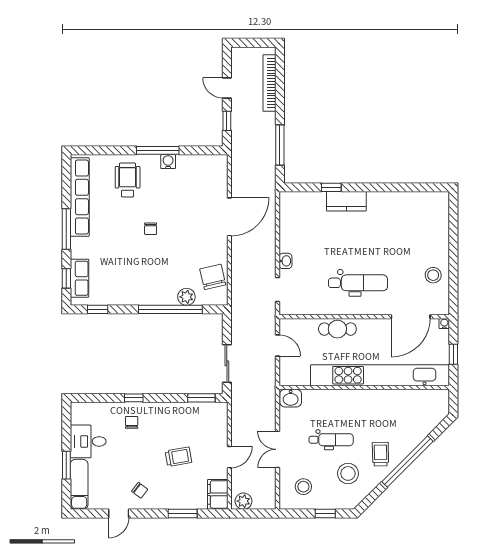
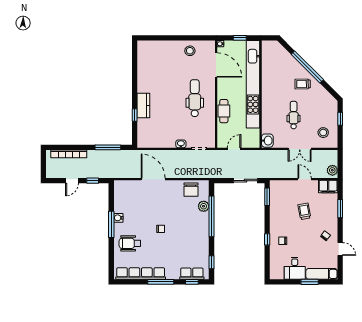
chair: (213, 277) -> (191, 190), turned -77
stool: (348, 473) -> (315, 104), removed

